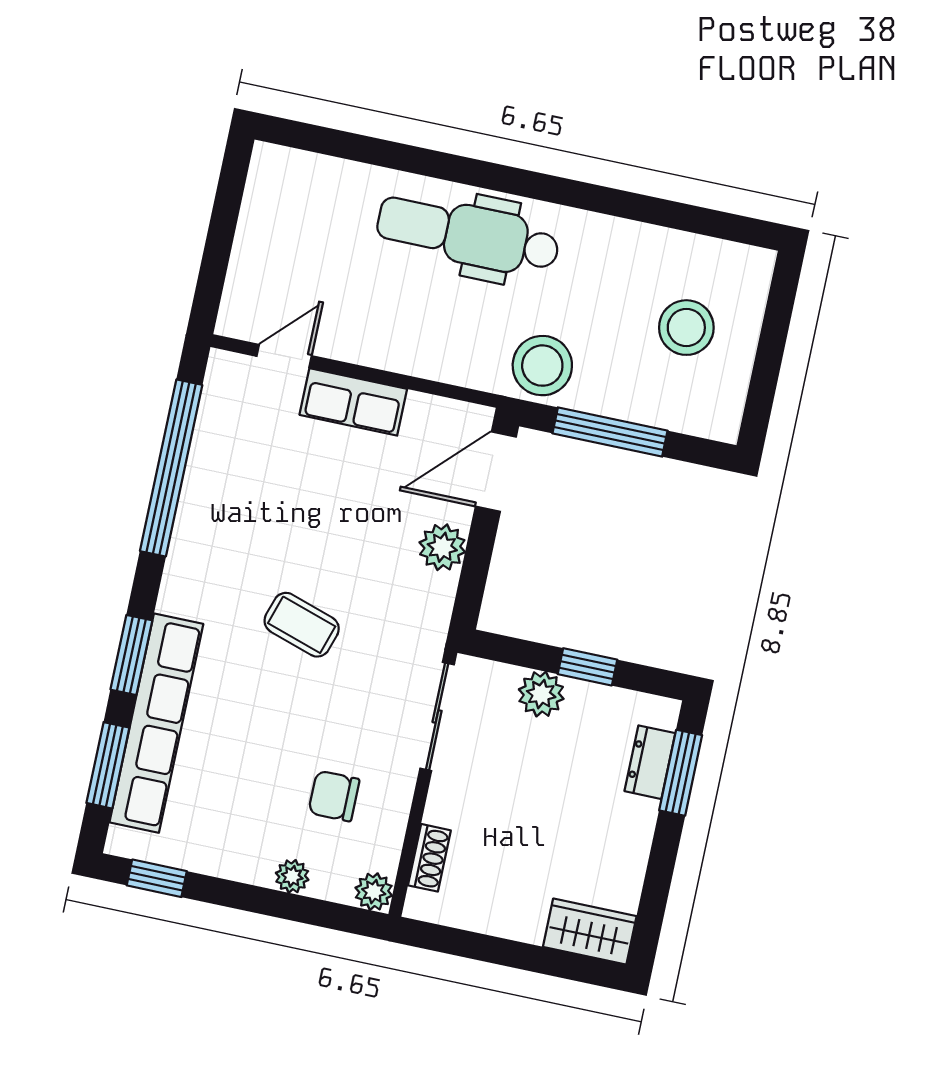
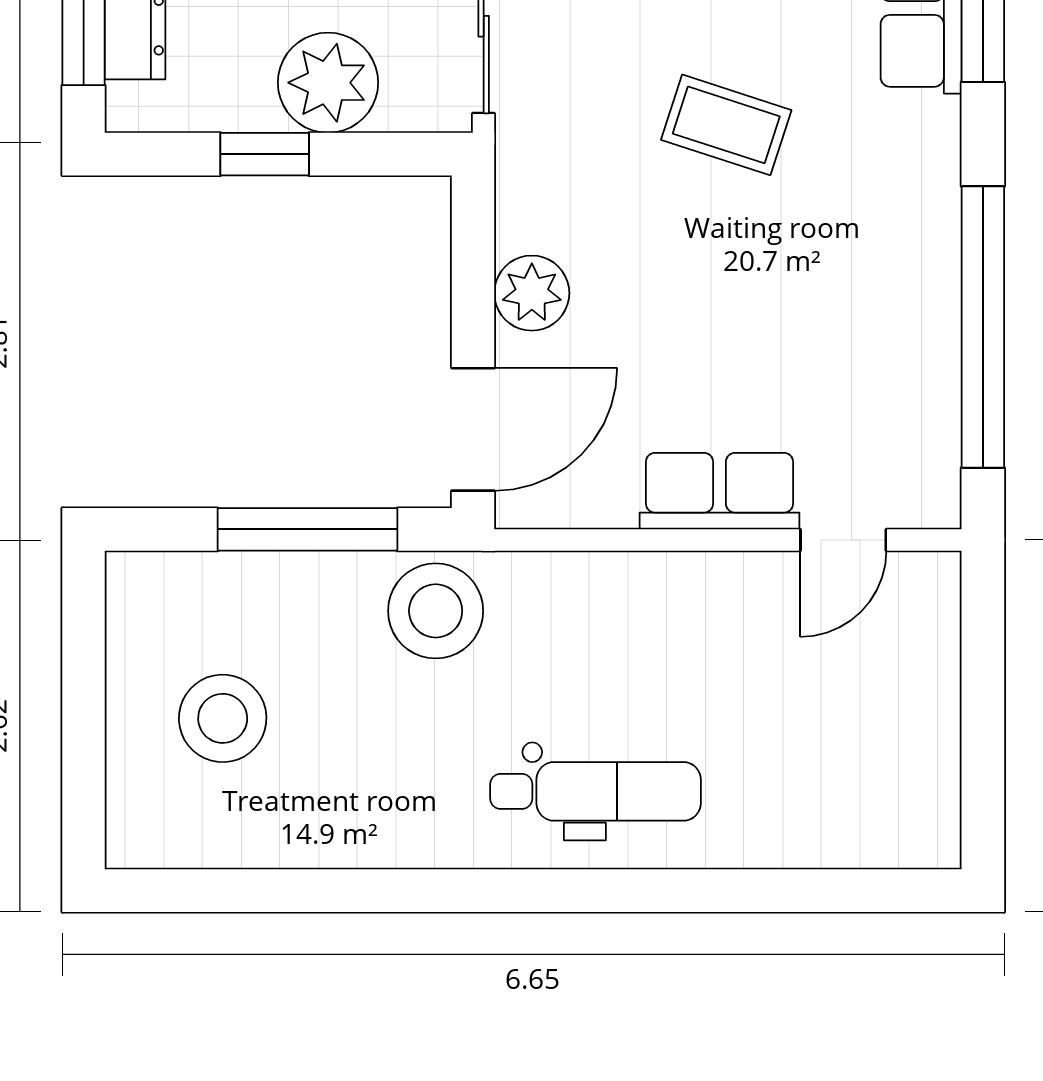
dental chair: (468, 235) -> (595, 791), width x0.73, depth x0.72
plant: (541, 694) -> (328, 83), width x1.36, depth x1.36

